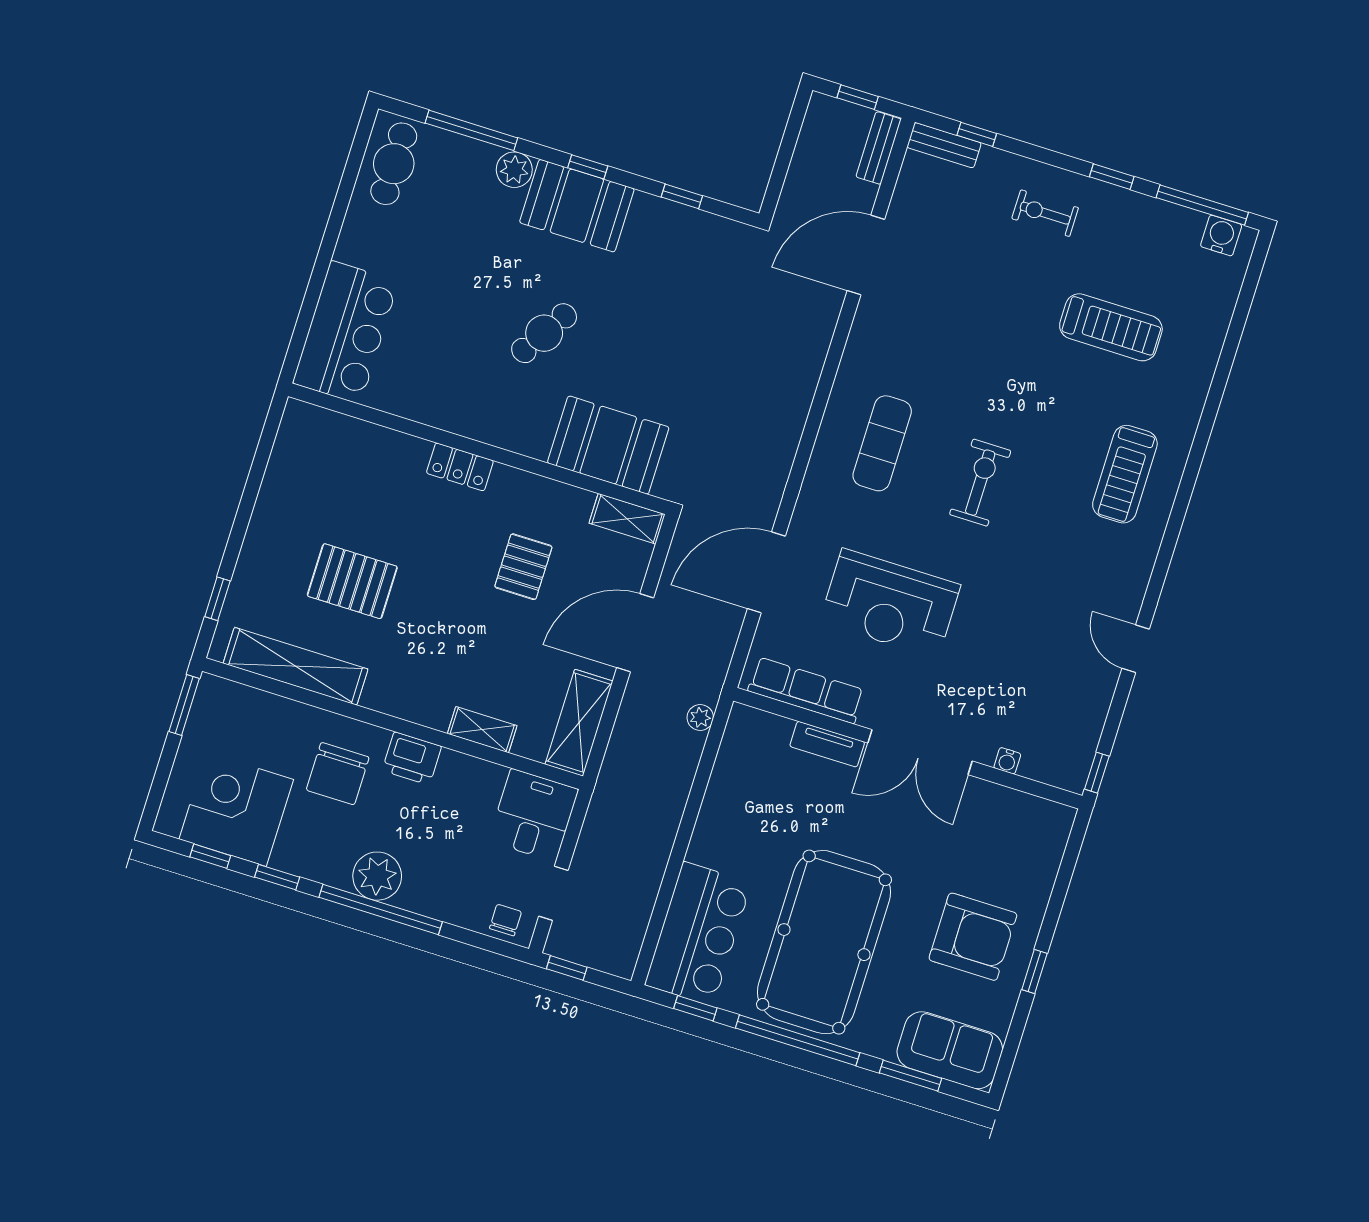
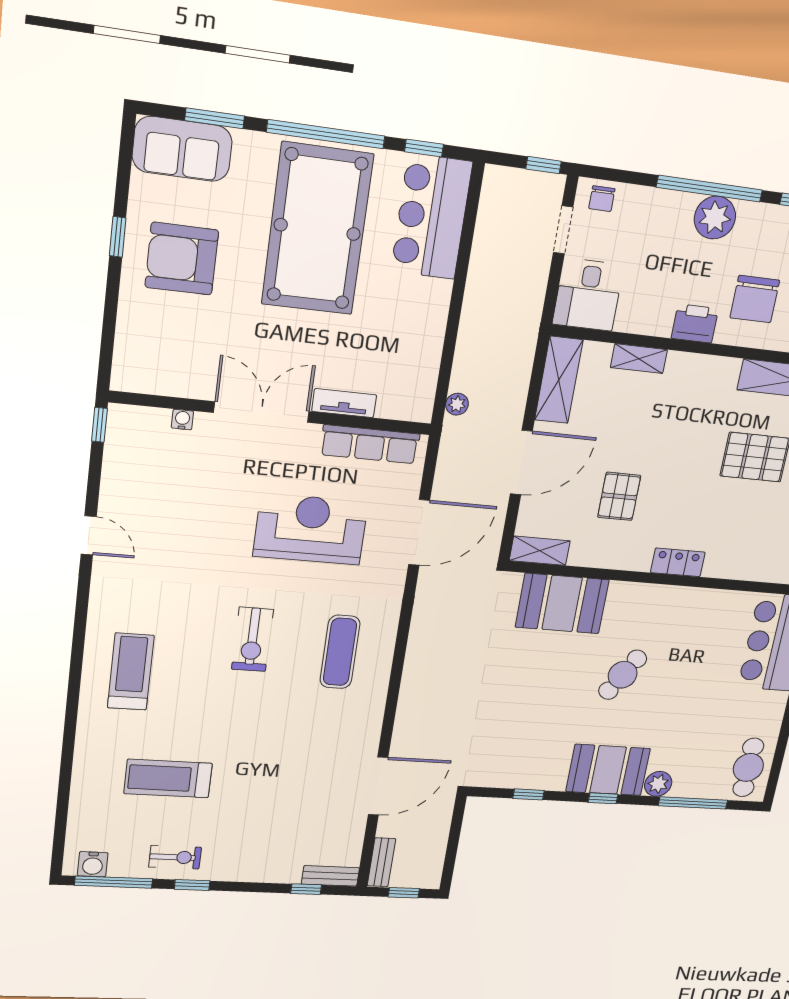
exercise bike: (1045, 213) -> (175, 857), moved
chair: (338, 774) -> (755, 299), turned 180

